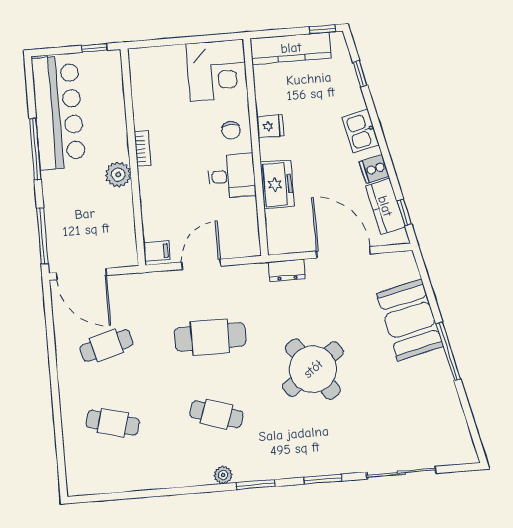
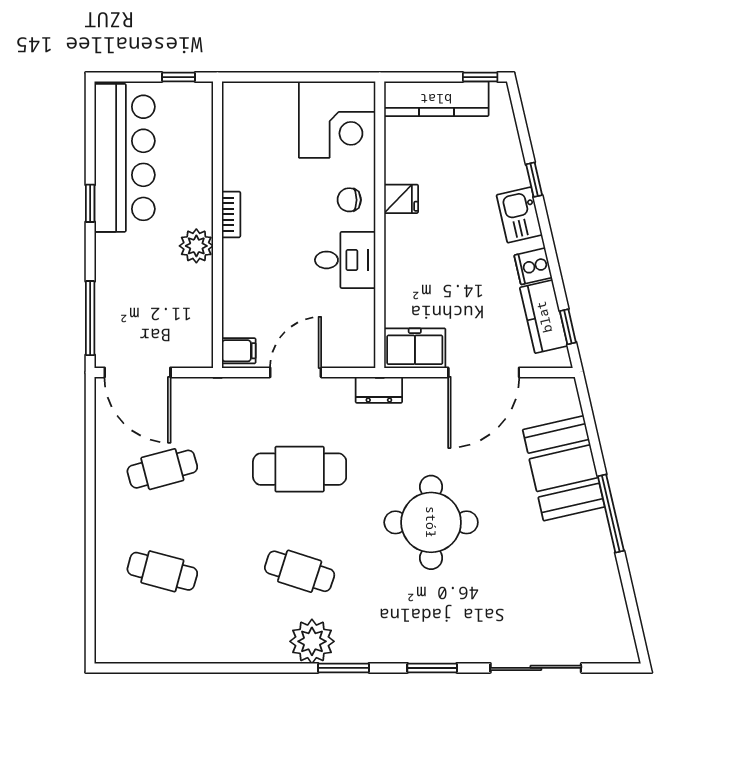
window: (360, 74) -> (534, 180), moved
chair: (231, 130) -> (349, 200), turned 90
window: (35, 149) -> (90, 203), width x0.46
freezer: (277, 184) -> (415, 348), moved, turned -90
door: (343, 252) -> (484, 372), swing flipped
dresser: (287, 270) -> (379, 390), moved
round table: (313, 369) -> (431, 522), turned 36
plant: (223, 475) -> (312, 641), width x1.87, depth x1.87

